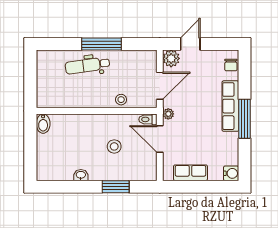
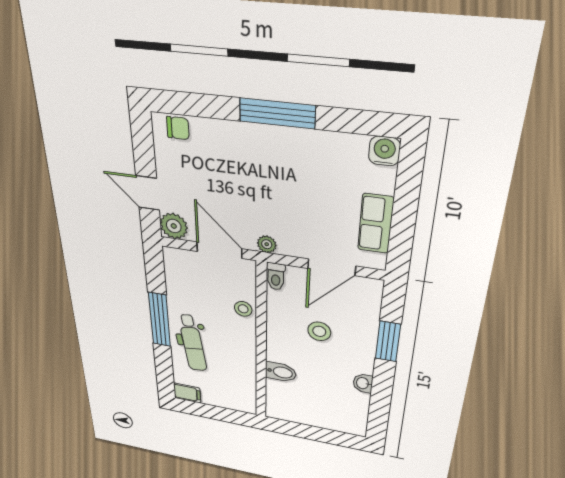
filing cabinet: (43, 59) -> (187, 393), added
row of seats: (230, 106) -> (253, 138), removed
bidet: (43, 124) -> (281, 372), moved
door: (160, 139) -> (332, 267), moved

